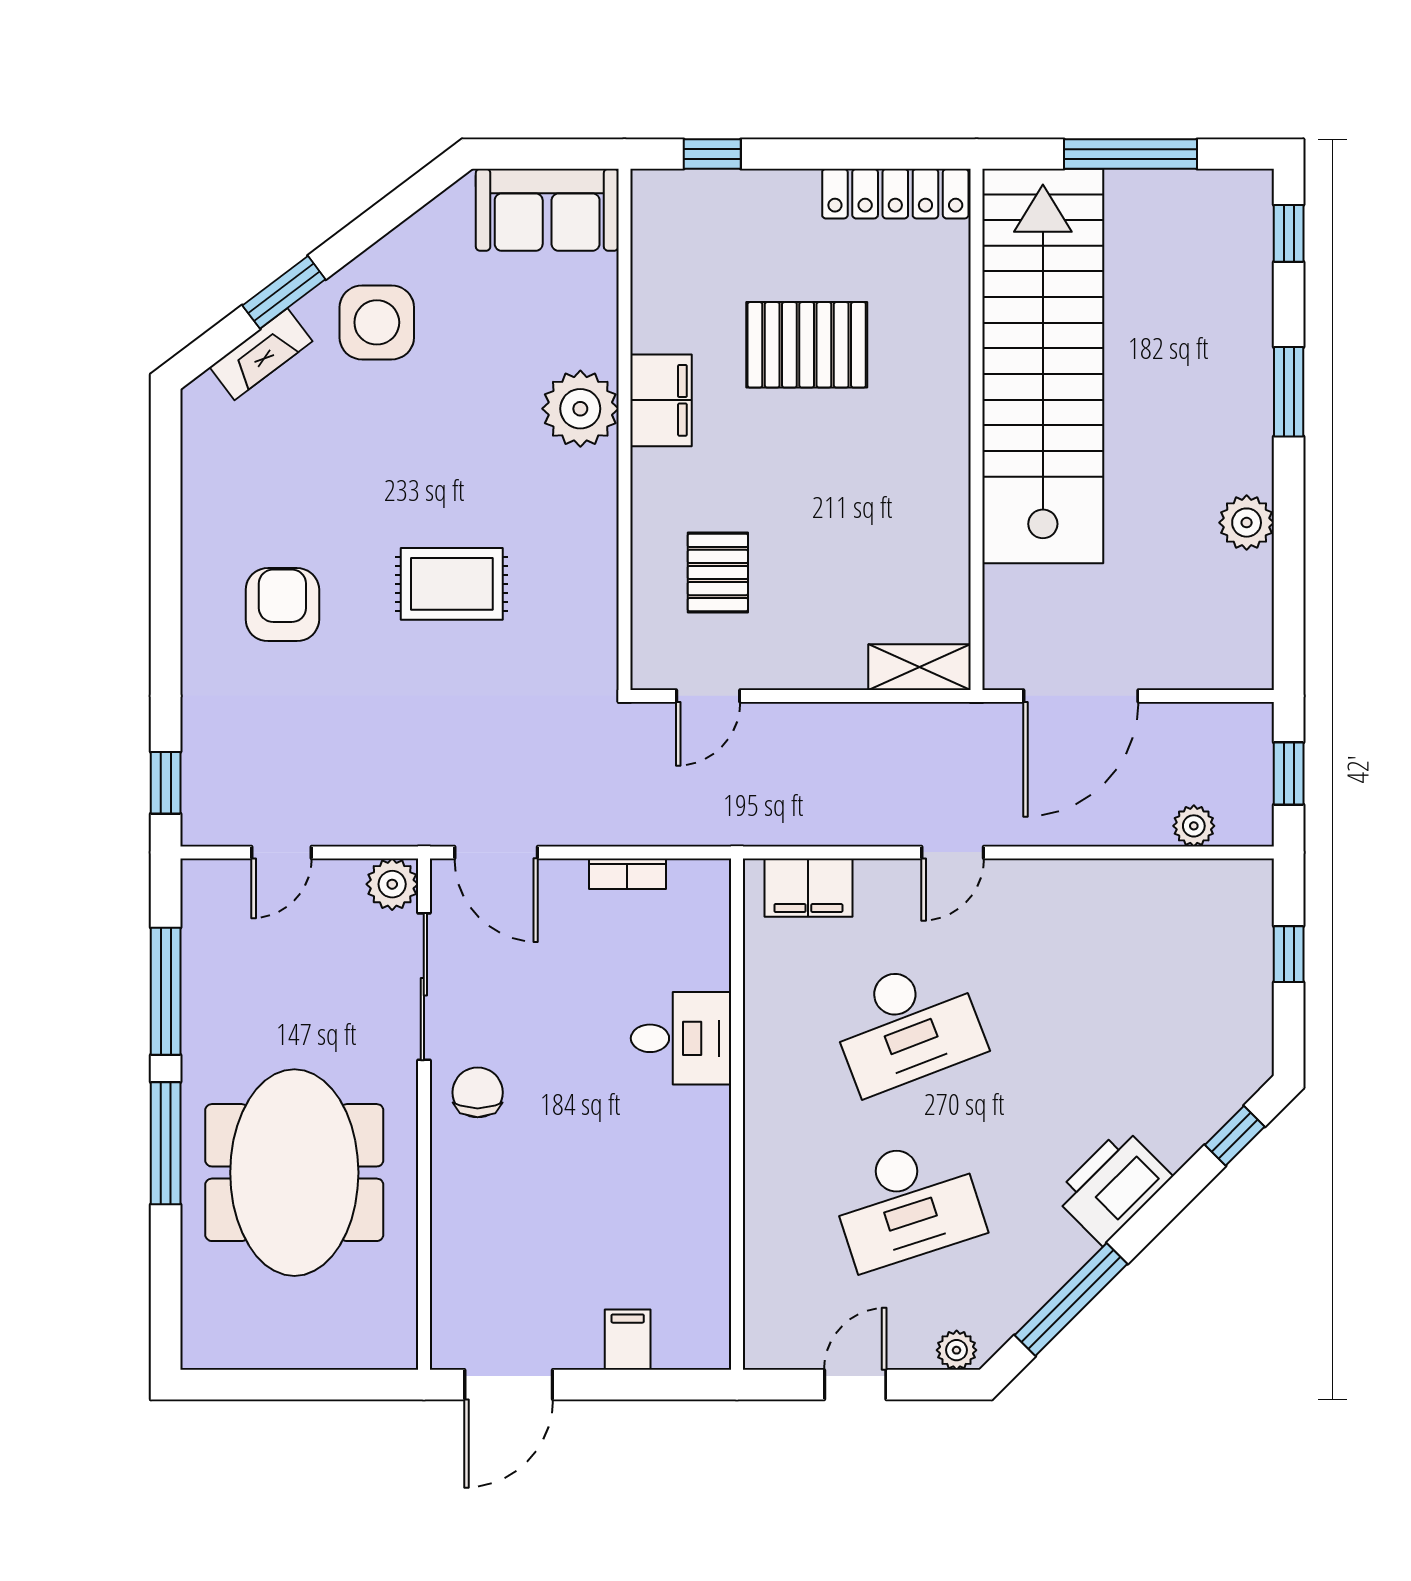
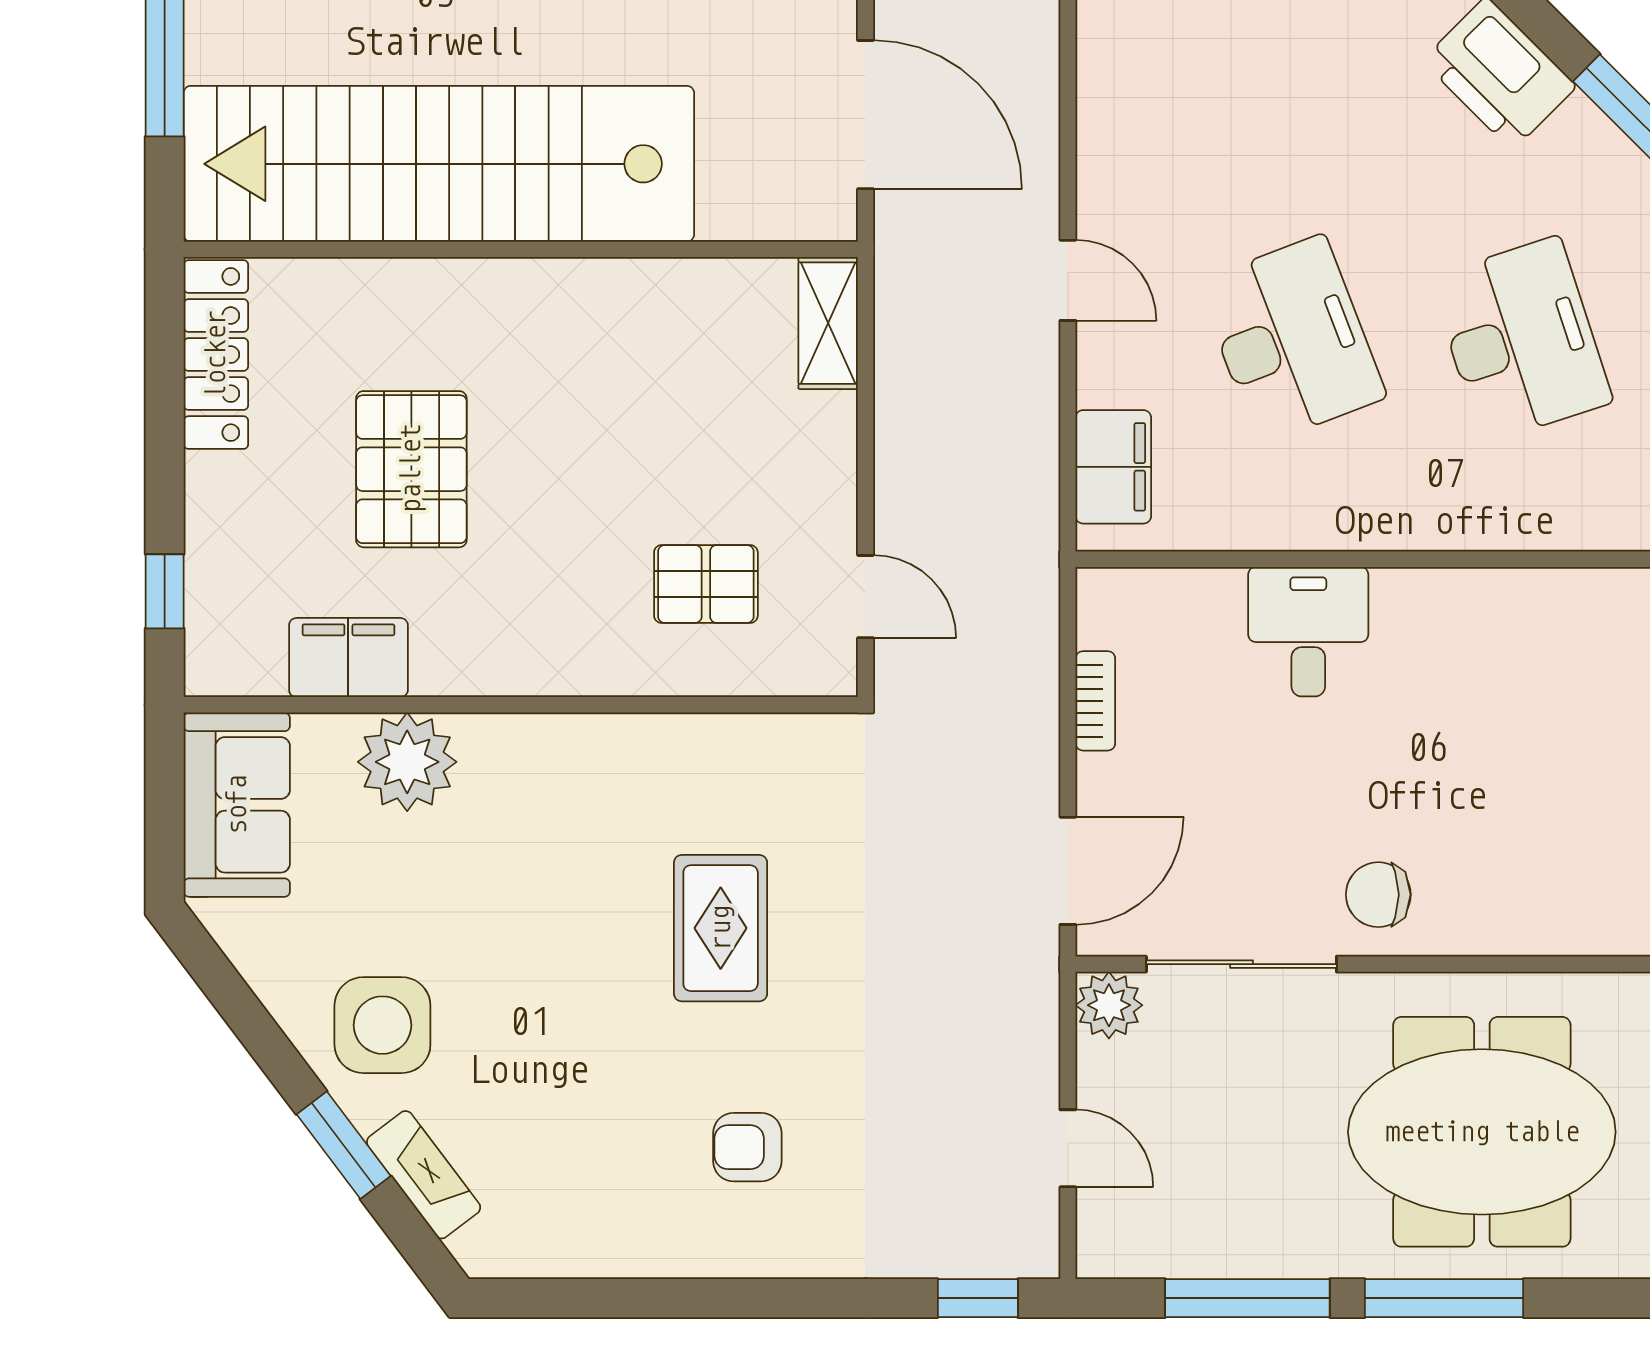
filing cabinet: (661, 400) -> (348, 658), moved
plant: (580, 409) -> (407, 762), moved
armchair: (282, 605) -> (747, 1147), width x0.72, depth x0.72

